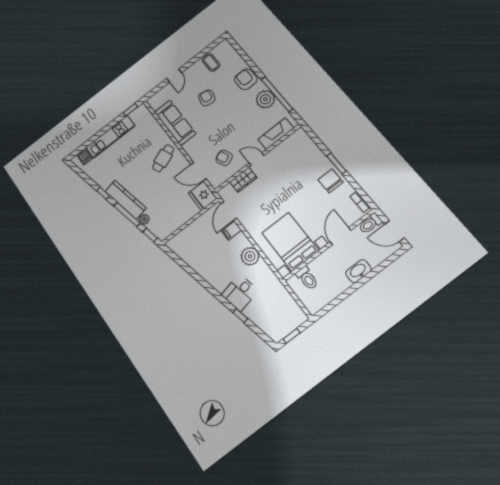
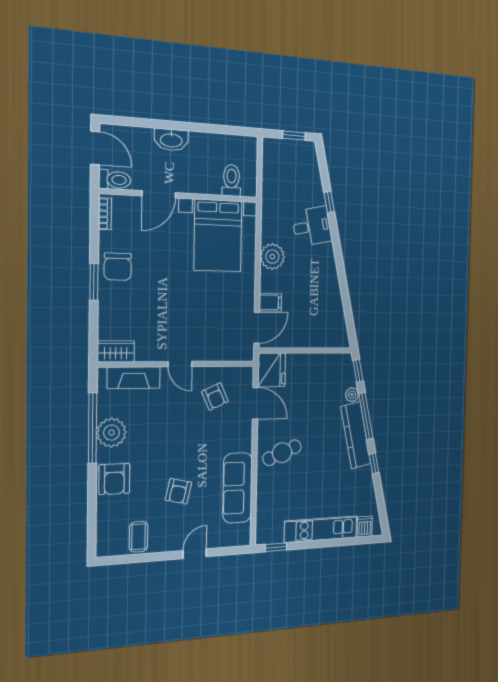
wardrobe: (243, 180) -> (116, 351), moved

